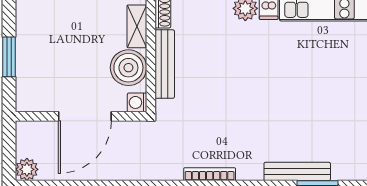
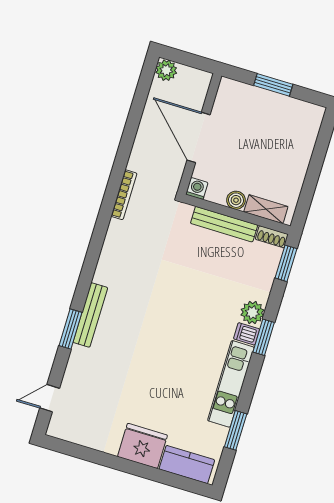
boiler: (128, 68) -> (236, 200), width x0.54, depth x0.54
bookcase: (210, 174) -> (124, 195), moved

